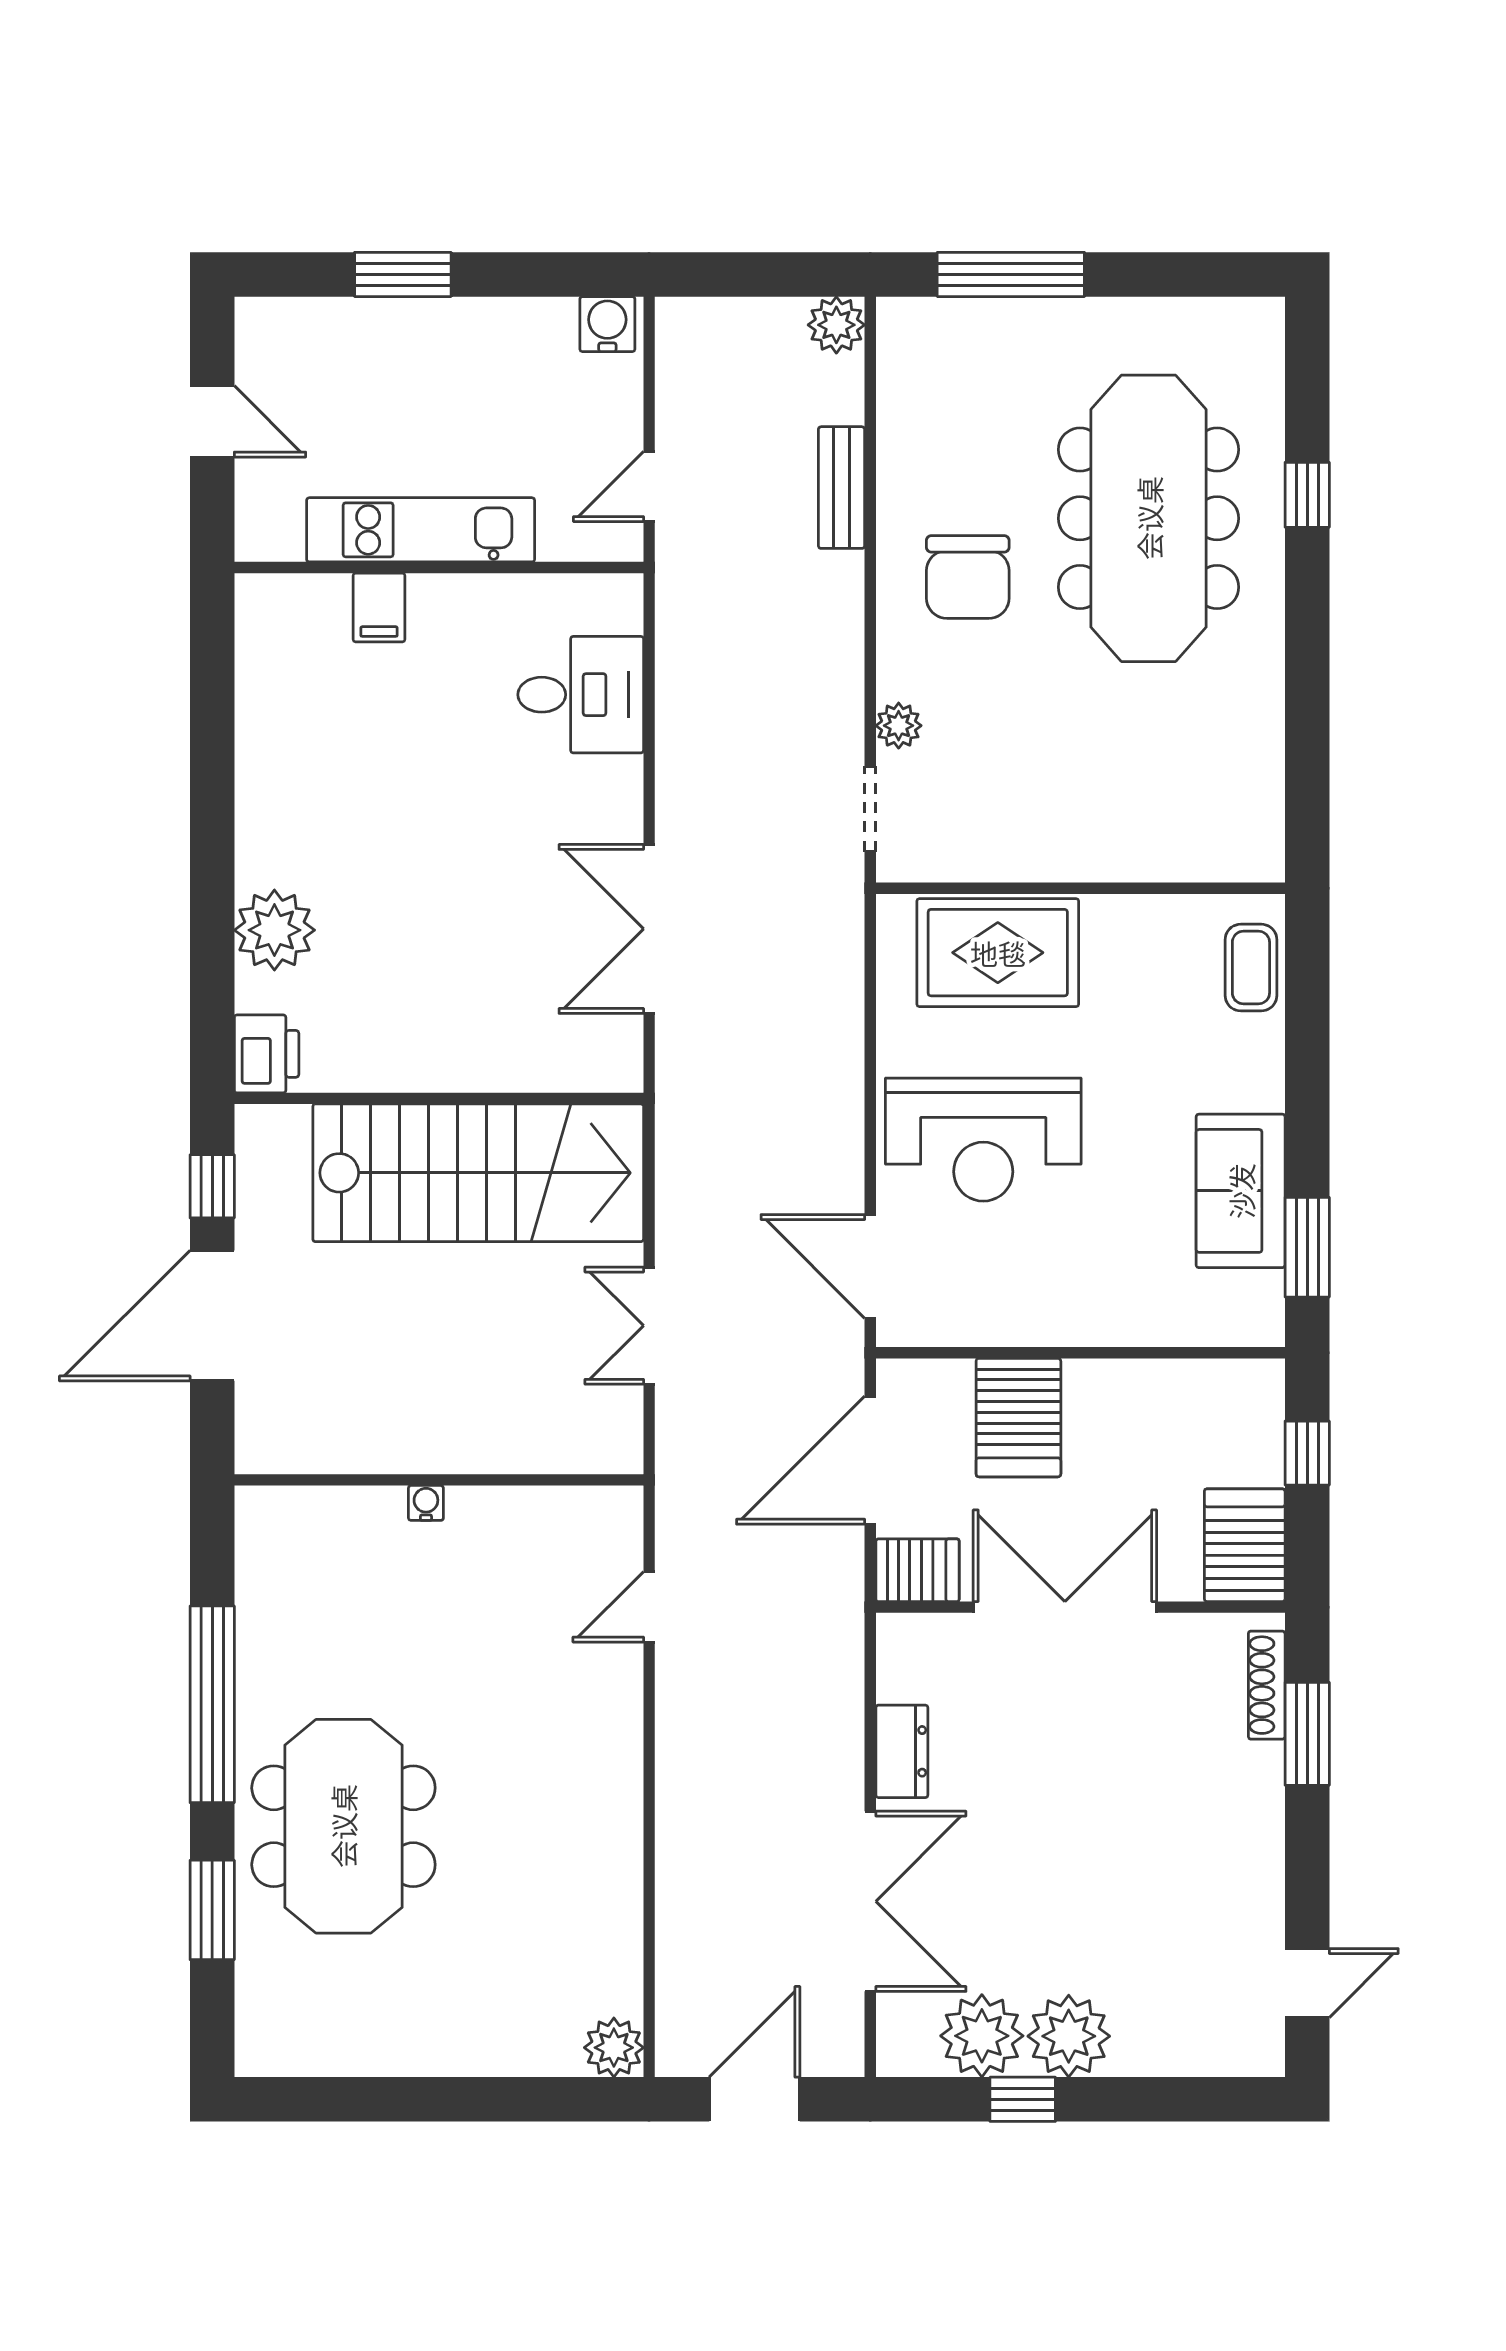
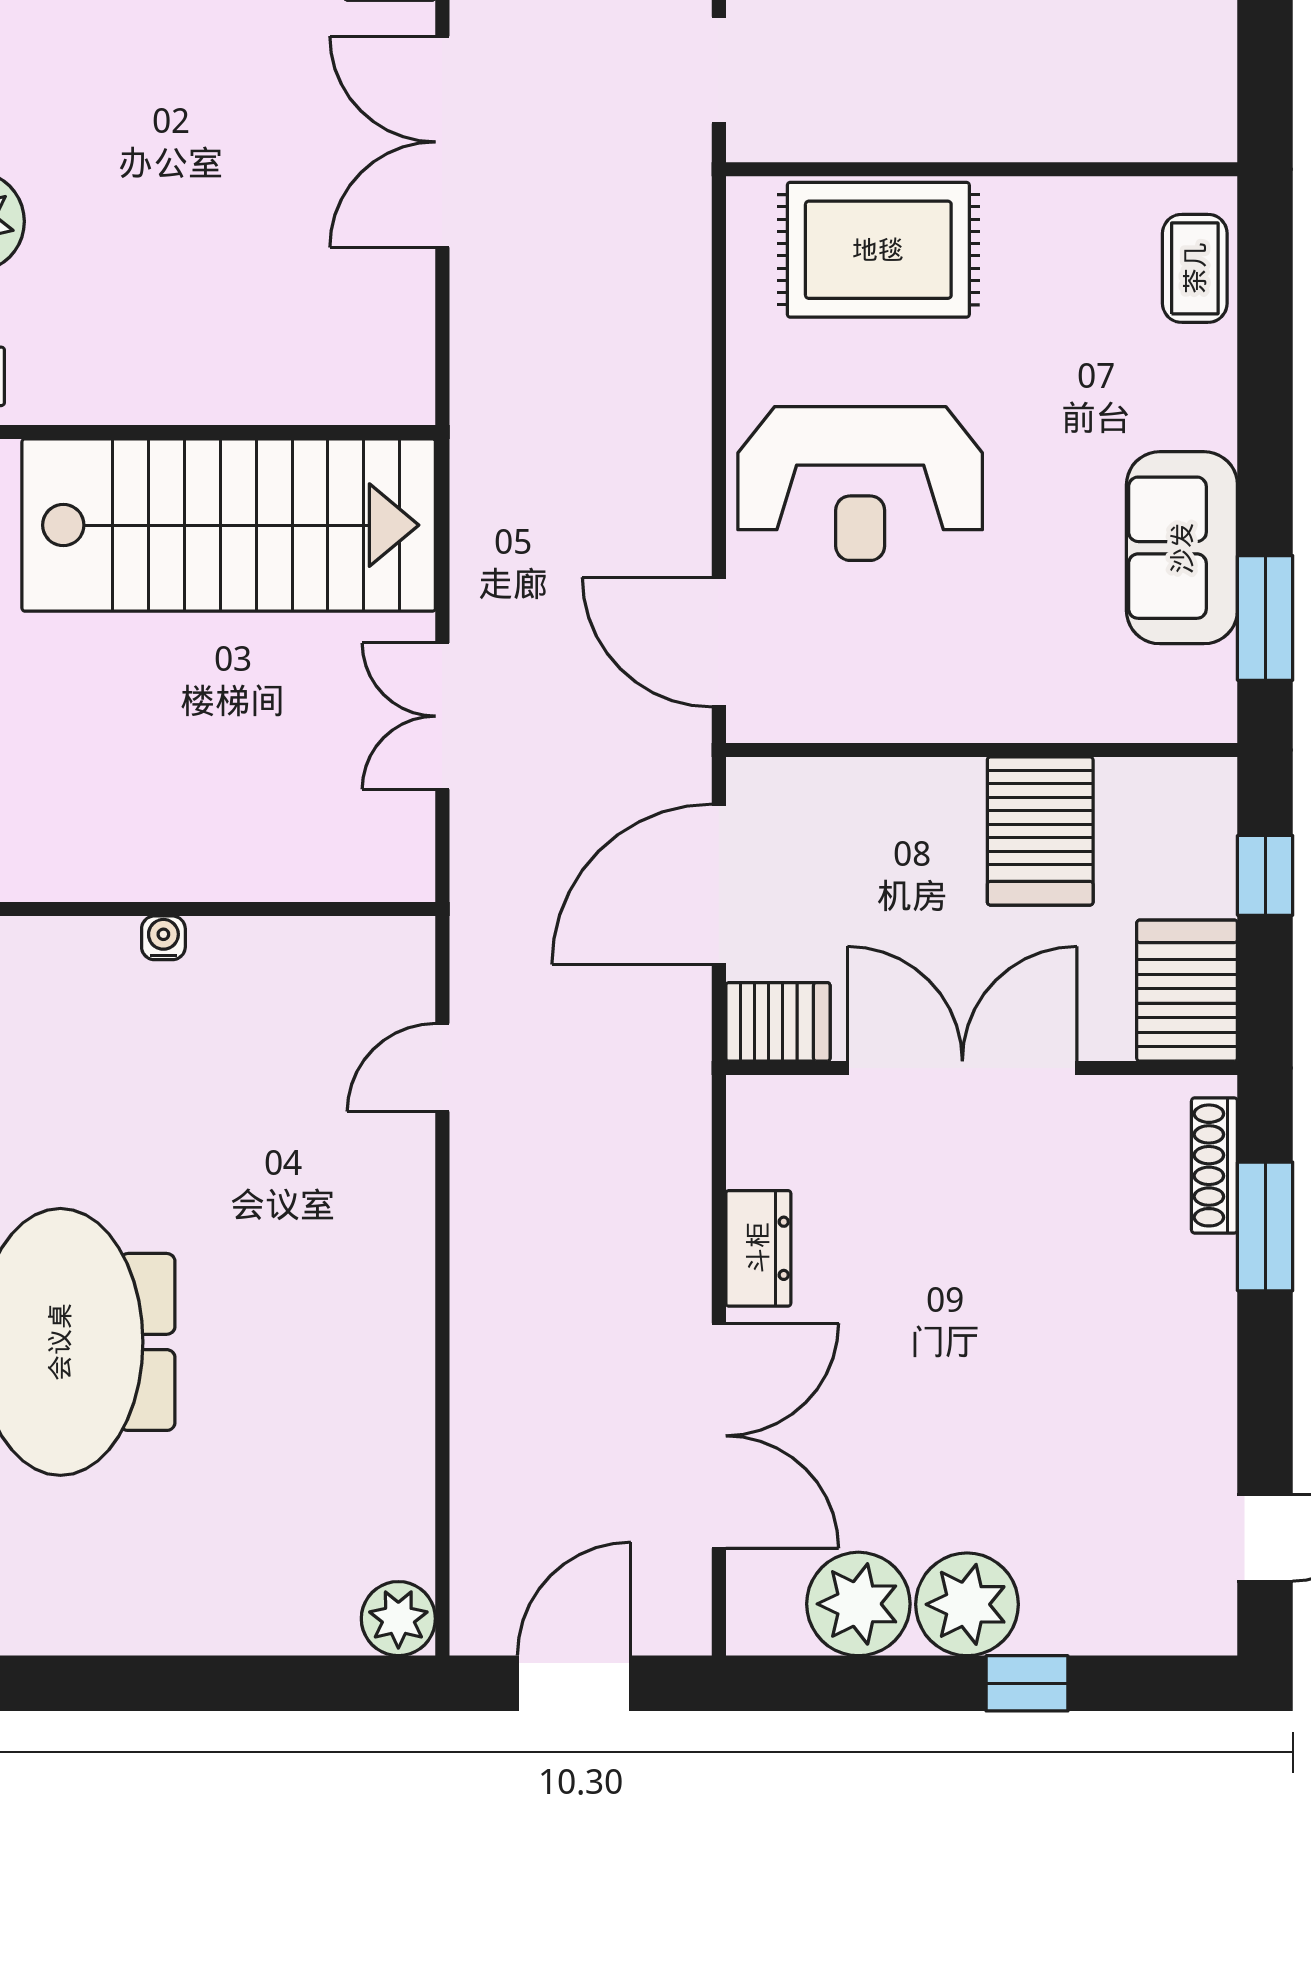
double door: (649, 929) -> (442, 142), moved
server rack: (1018, 1418) -> (1040, 831), moved
window: (1023, 2099) -> (1027, 1683), moved

